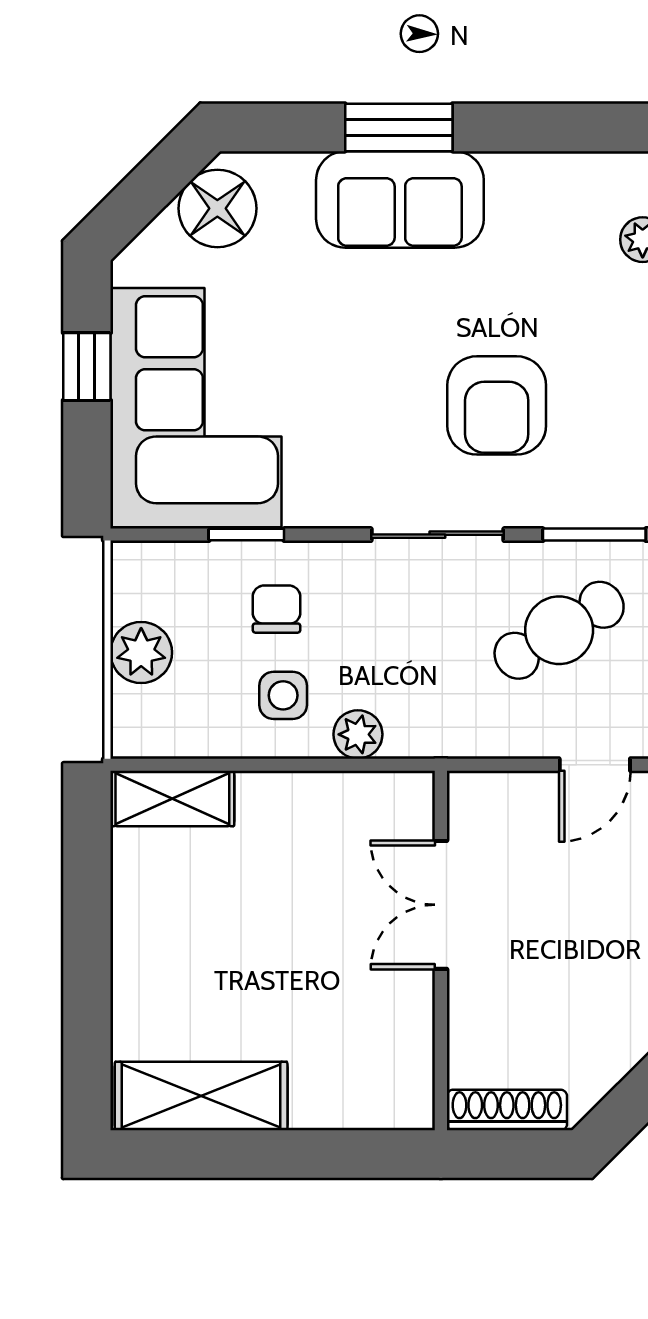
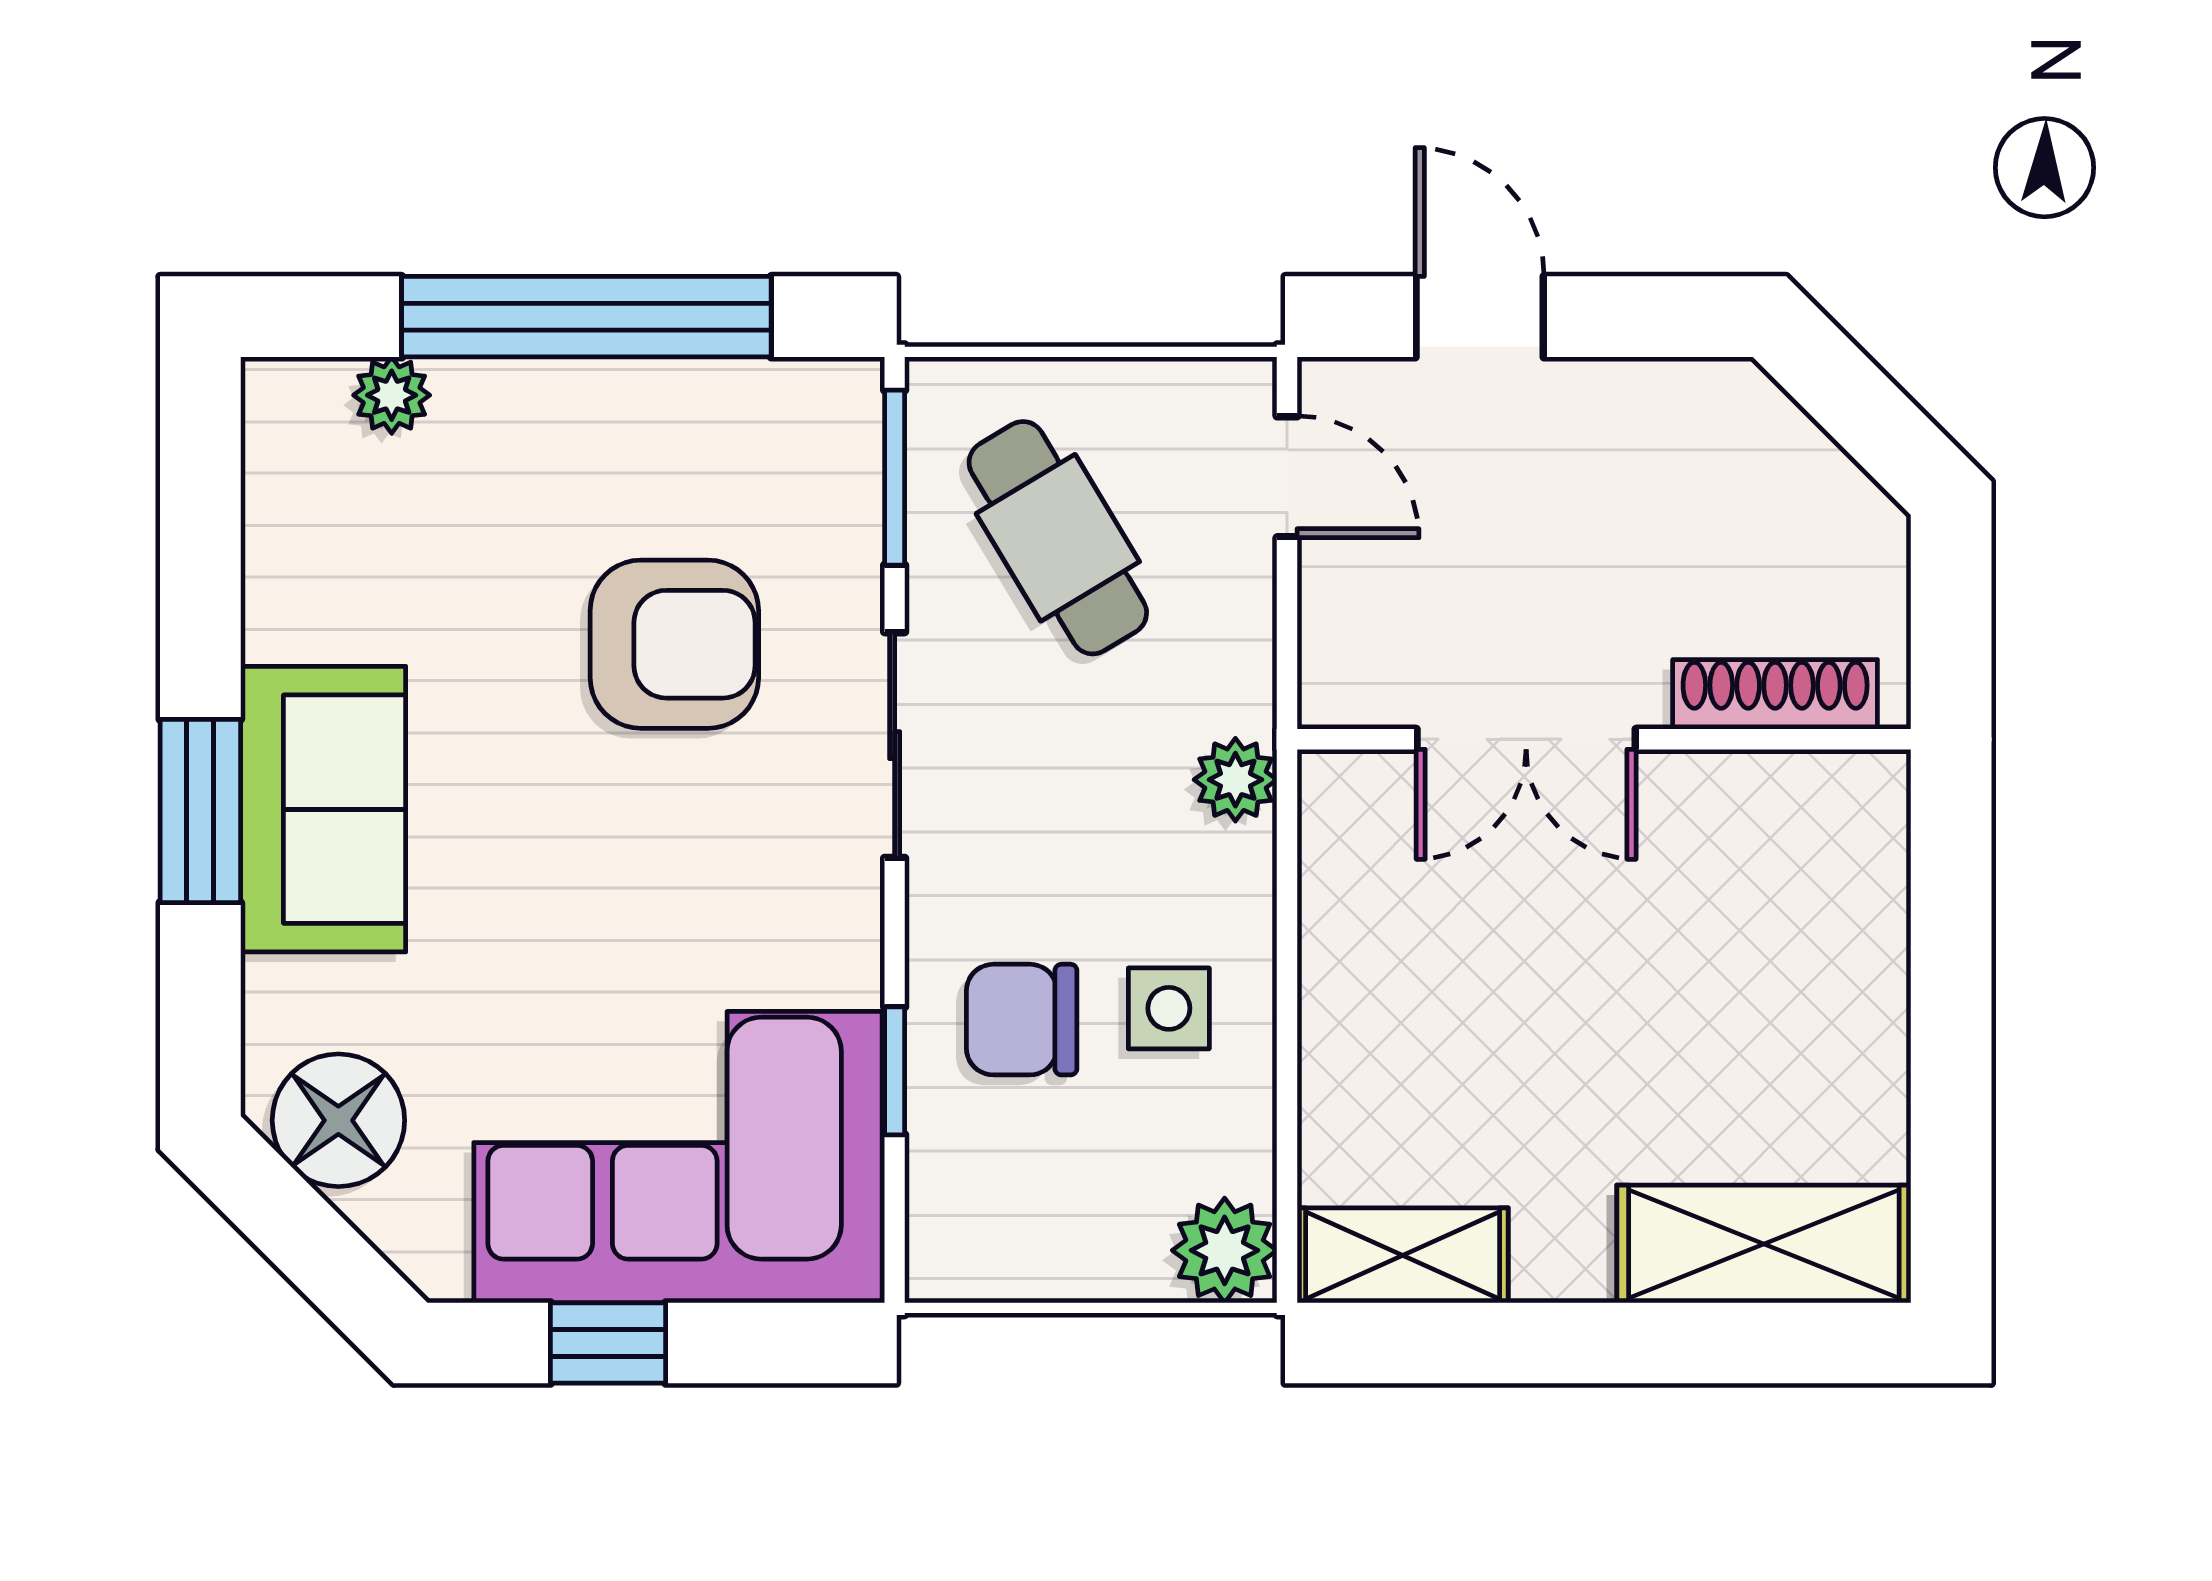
chair: (277, 609) -> (1022, 1020), width x1.37, depth x1.37
plant: (141, 652) -> (1225, 1250), moved
plant: (358, 734) -> (1235, 780), moved
shelving: (172, 798) -> (1403, 1255), moved, turned 90
shelving: (201, 1096) -> (1764, 1244), moved, turned 90
shoe rack: (507, 1110) -> (1775, 694), moved, turned 90

